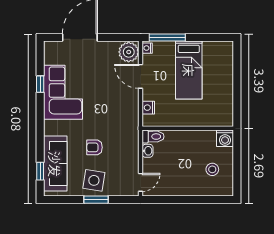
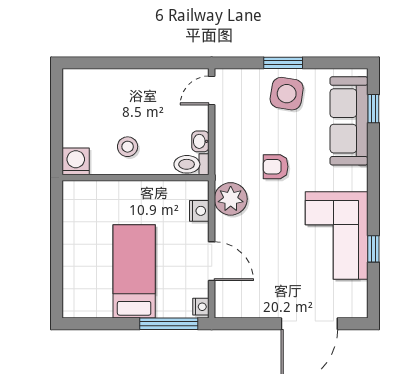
plant: (129, 52) -> (231, 199), moved
armchair: (95, 147) -> (276, 167), moved, turned 180
stool: (212, 169) -> (128, 147), moved

